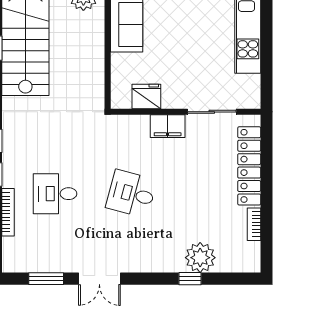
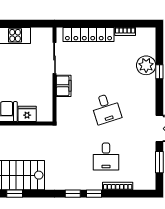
fridge: (146, 97) -> (27, 114), moved, turned 90
desk: (131, 194) -> (106, 109), turned -33

